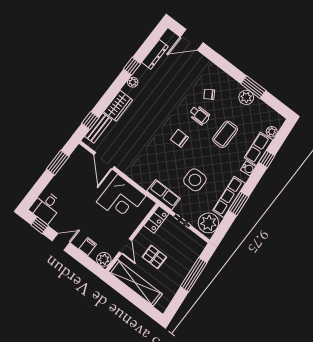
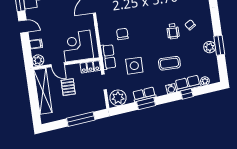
coffee table: (225, 134) -> (169, 63), moved
chair: (180, 138) -> (122, 34), moved
row of seats: (229, 197) -> (144, 94), width x0.68
corner desk: (121, 199) -> (78, 46), moved, turned 90
door: (125, 246) -> (58, 65), hinge flipped

